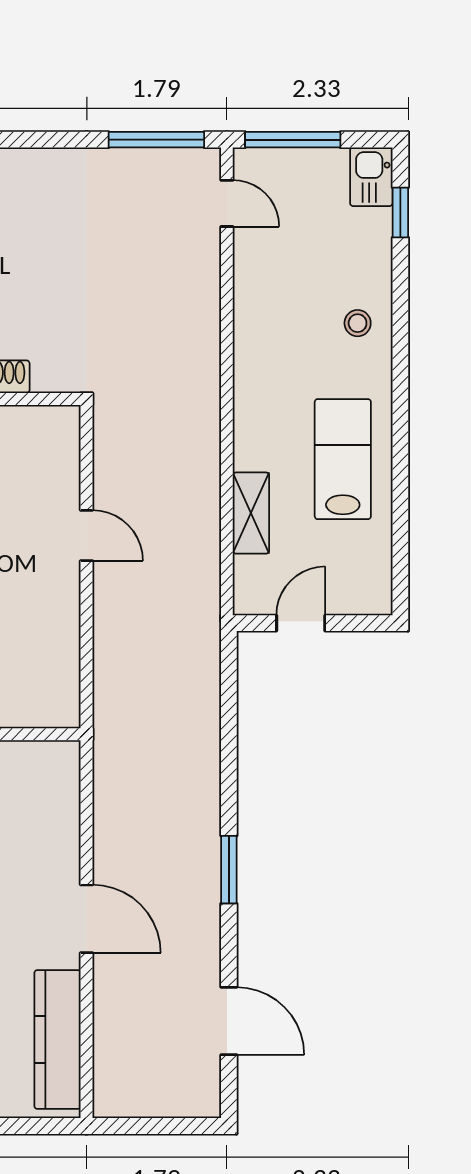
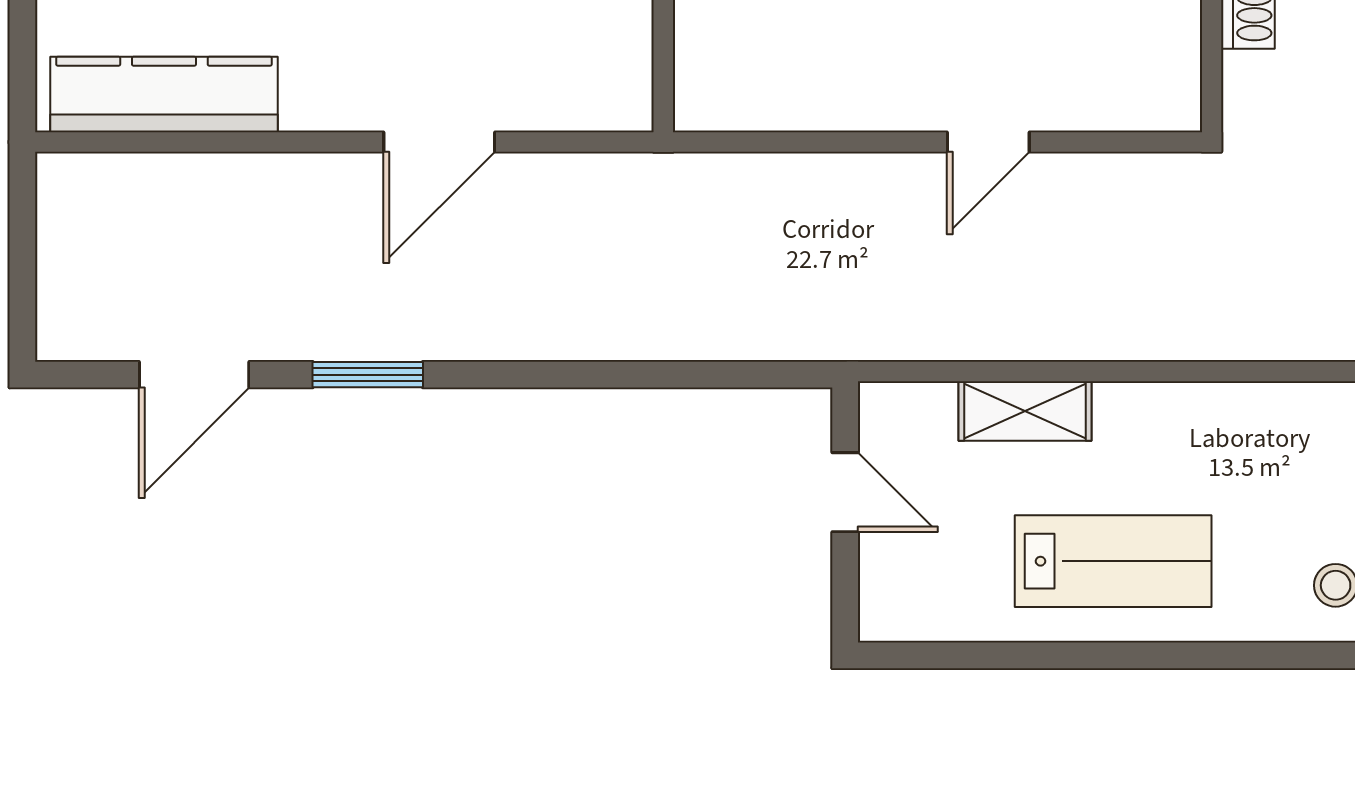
window: (229, 870) -> (368, 375), moved
door: (87, 919) -> (439, 142), moved

